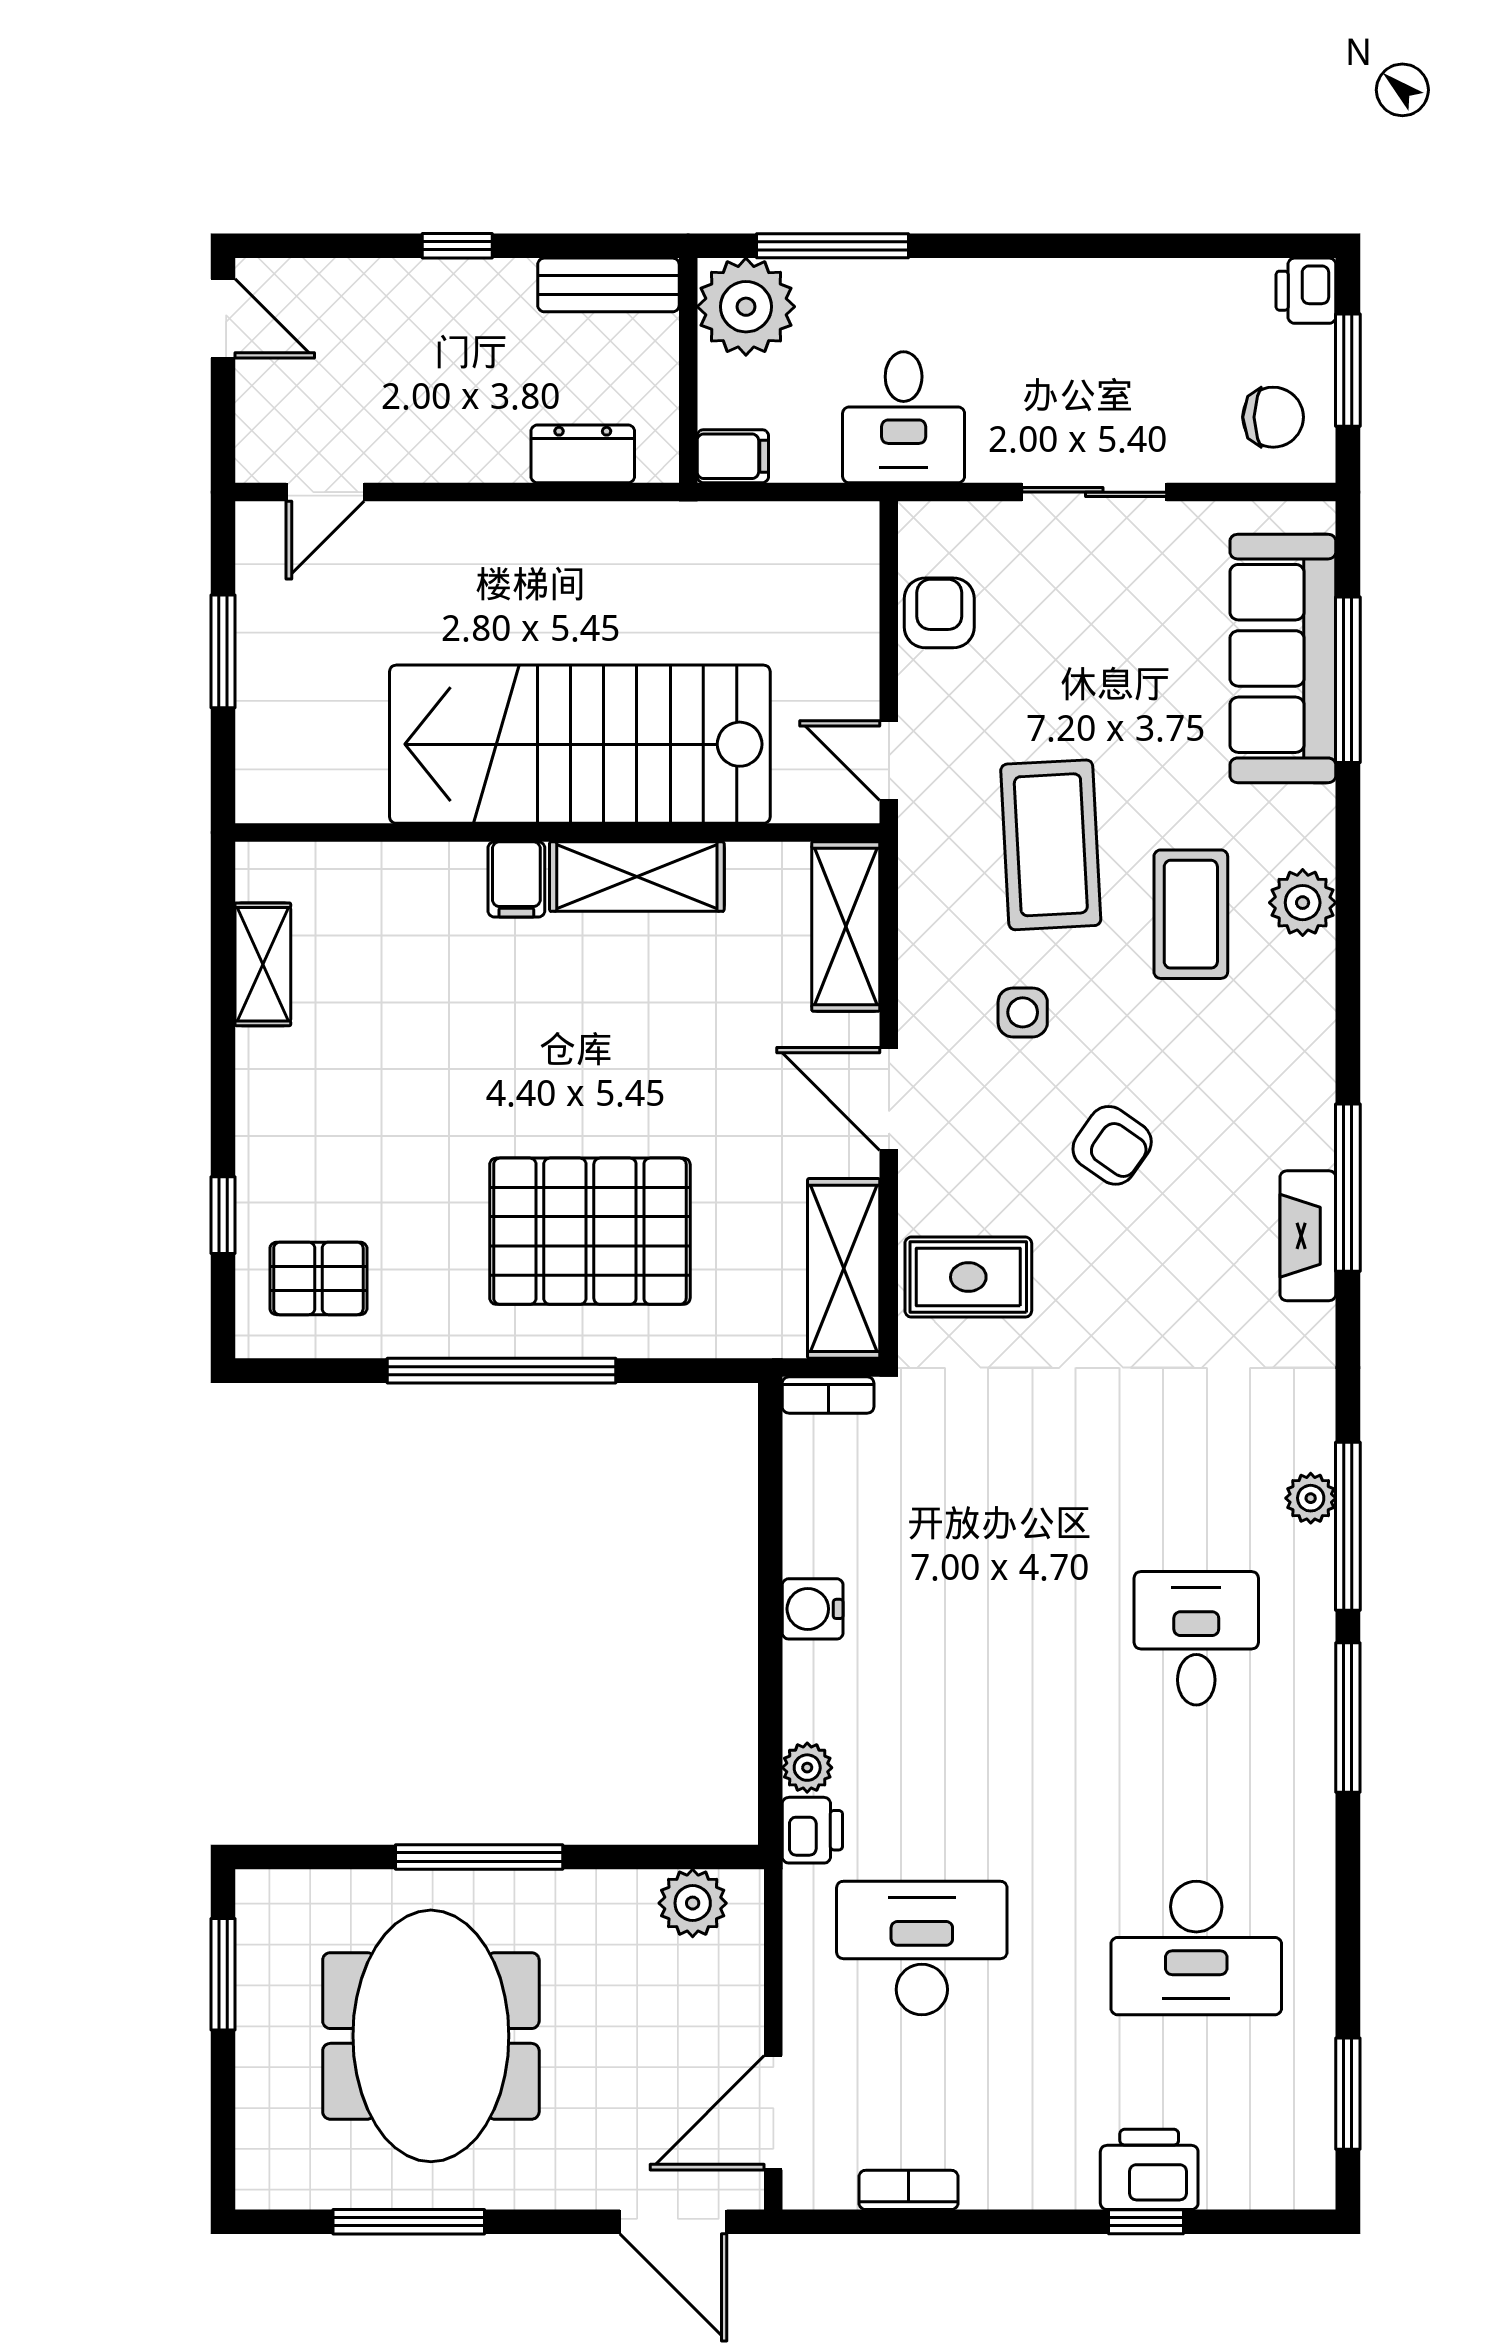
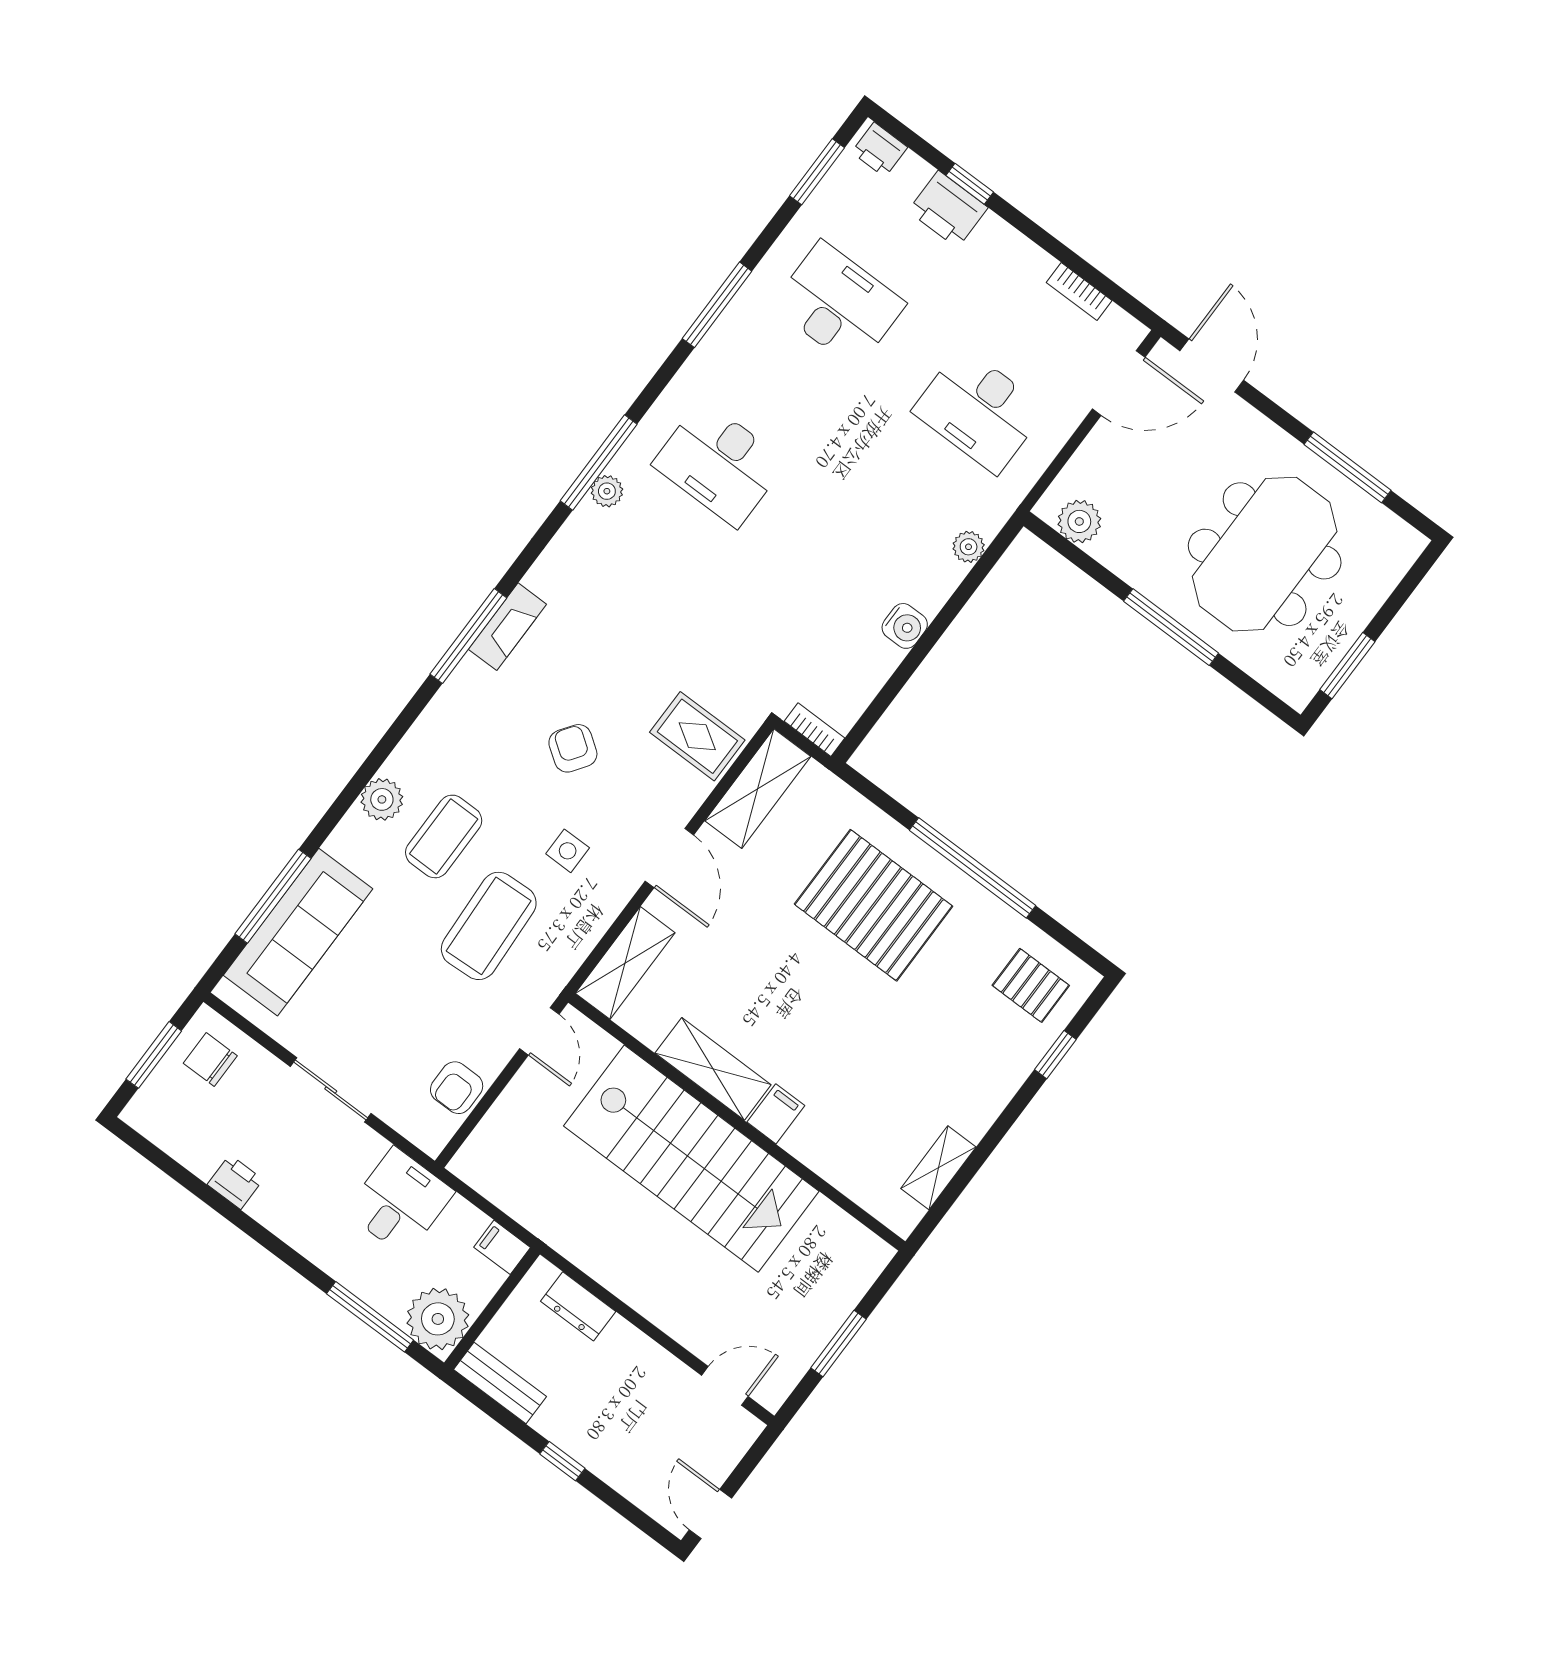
printer: (1306, 291) -> (235, 1182), moved, turned -90
desk: (1196, 1638) -> (719, 463), width x1.37
window: (1348, 1717) -> (717, 305), moved
printer: (812, 1830) -> (879, 150), moved, turned -90

